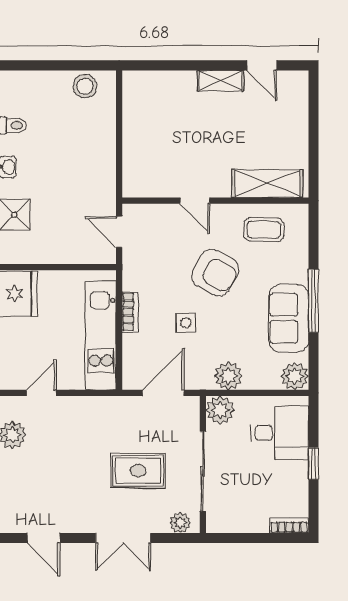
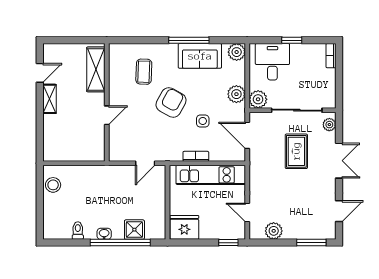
shelving: (267, 183) -> (96, 69), moved
door: (195, 201) -> (107, 115), moved
wall: (215, 201) -> (107, 102), moved

